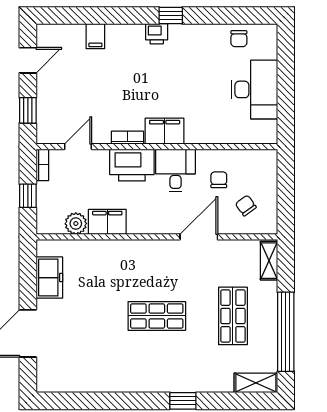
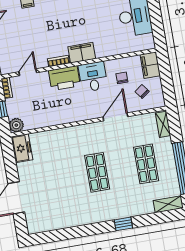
filing cabinet: (107, 222) -> (150, 65), moved, turned -90
plant: (76, 224) -> (16, 125), moved
freezer: (49, 278) -> (22, 148), moved
shop shelf: (157, 316) -> (97, 172), turned 90

